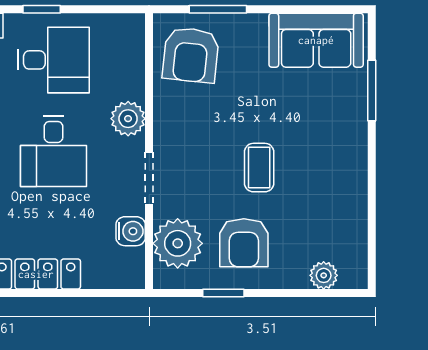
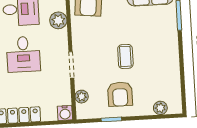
plant: (128, 119) -> (58, 20), moved
water cooler: (131, 231) -> (65, 113), moved, turned 90
plant: (178, 243) -> (82, 97), width x0.53, depth x0.53

